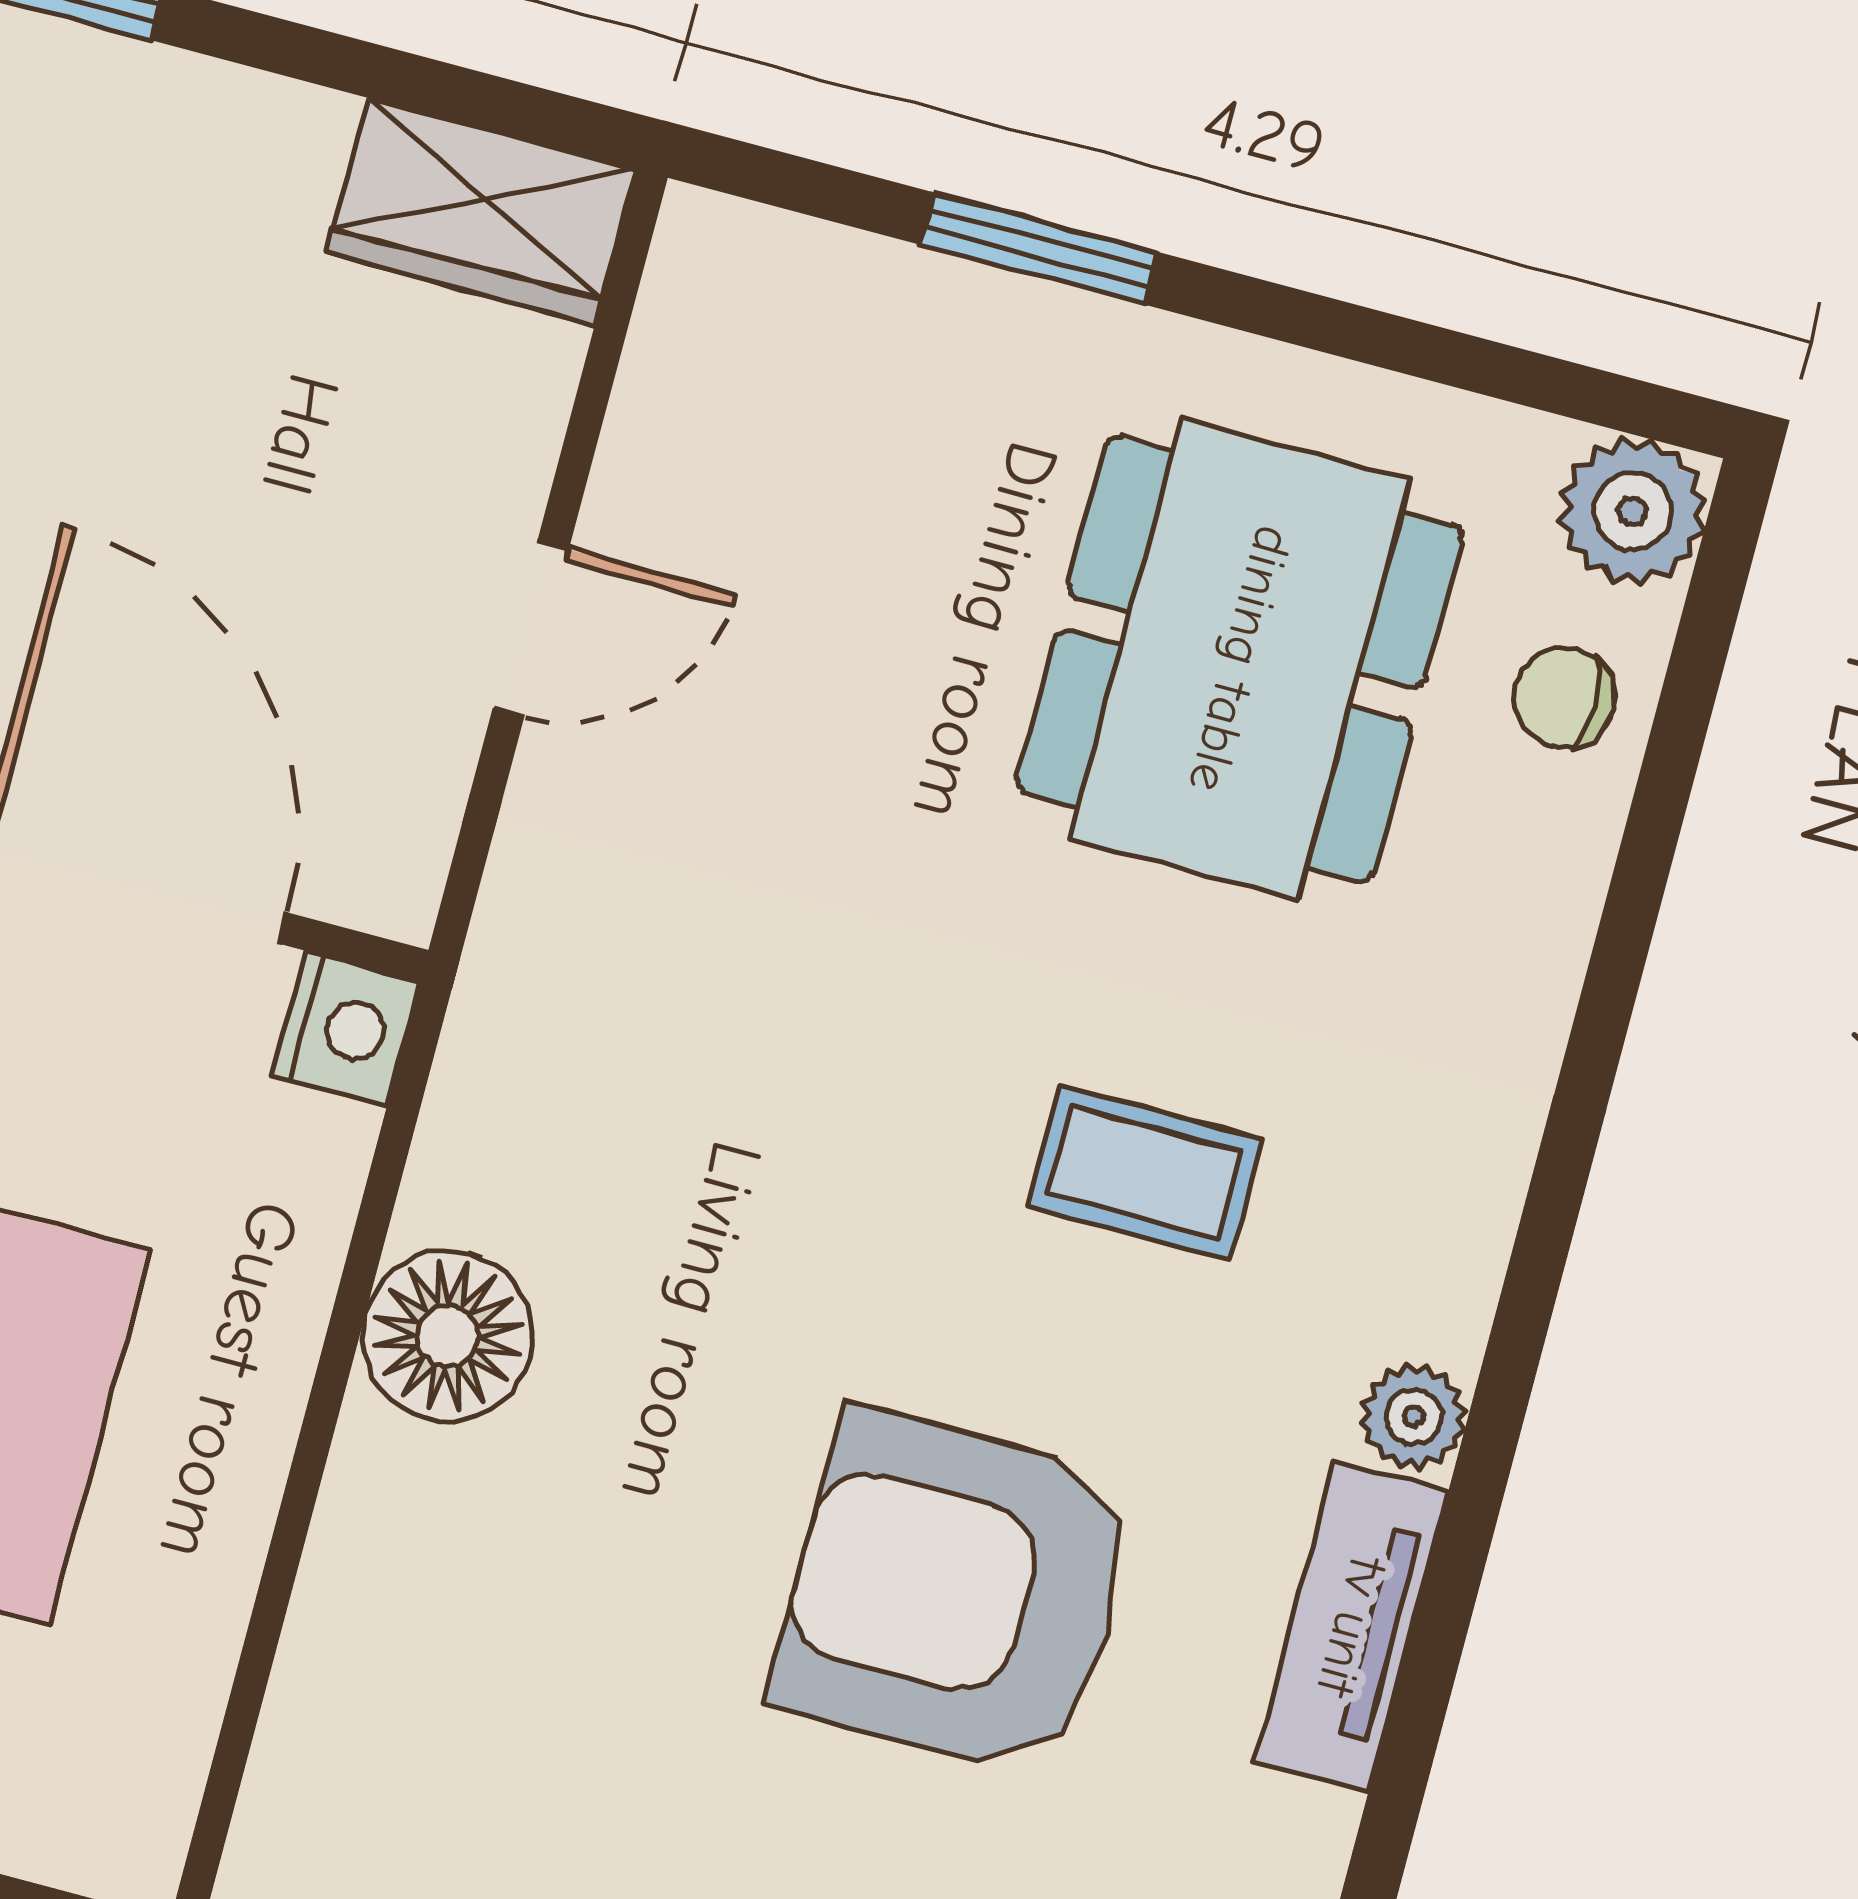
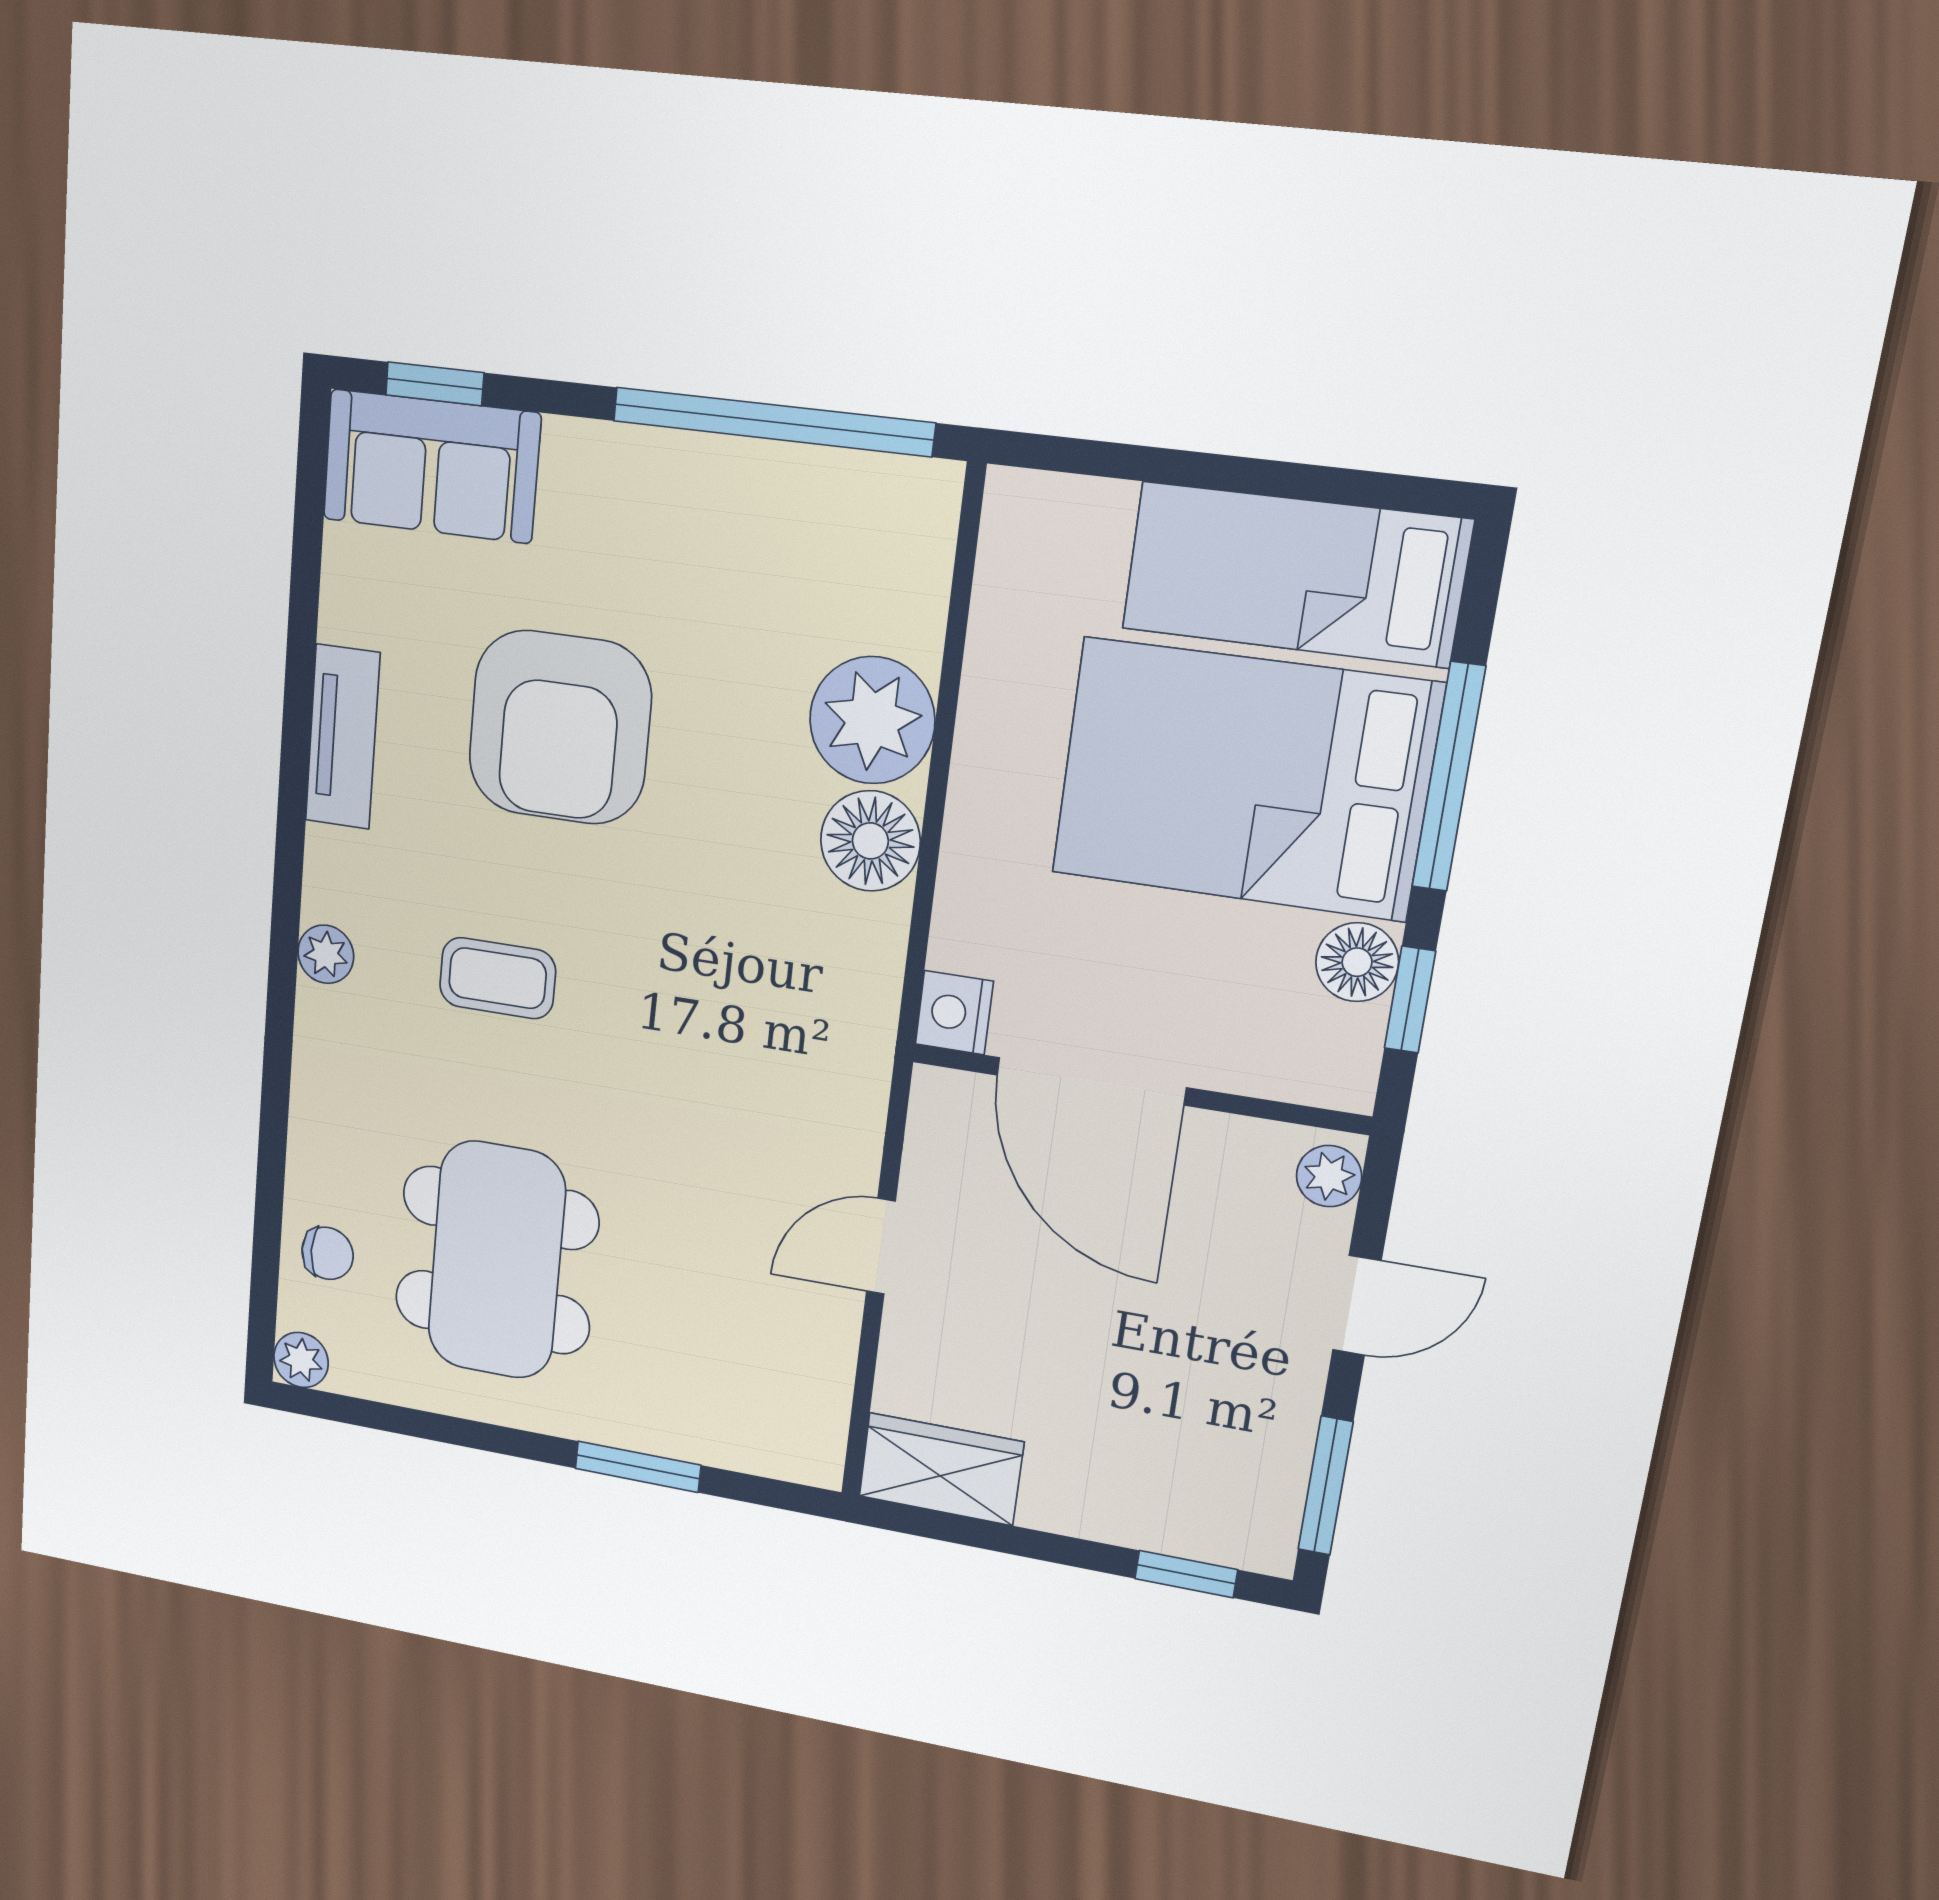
plant: (1632, 511) -> (301, 1360), width x0.73, depth x0.73
plant: (1414, 1416) -> (326, 954), moved
plant: (415, 1535) -> (872, 720), added
armchair: (956, 1593) -> (560, 728), turned 90

